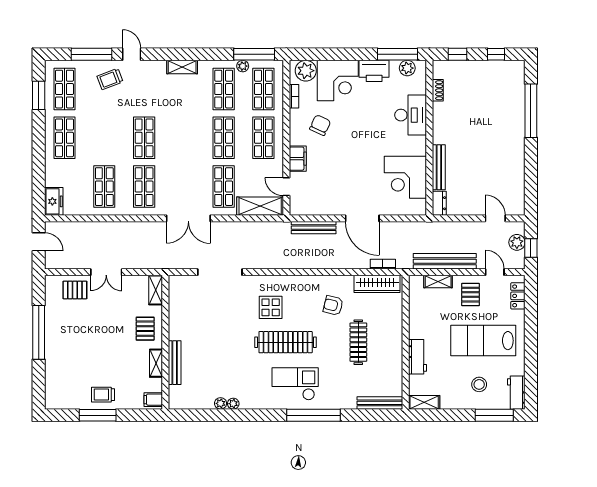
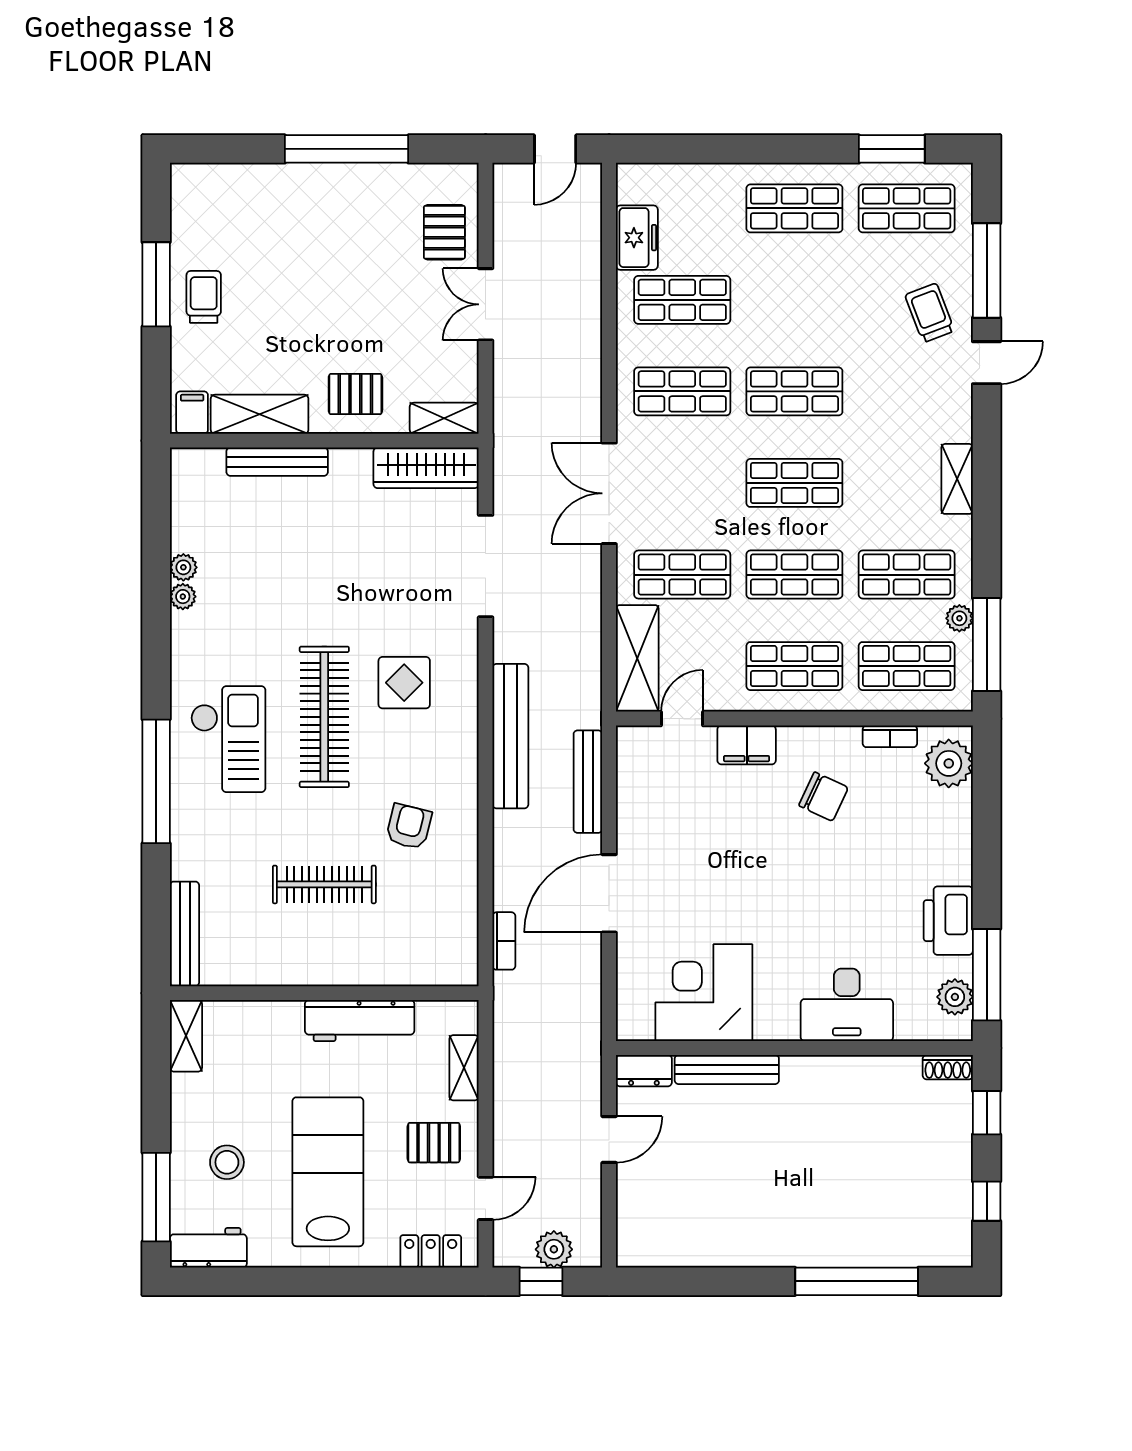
corner desk: (338, 81) -> (926, 837), removed
shoe rack: (438, 90) -> (948, 1067), moved
shop shelf: (184, 138) -> (794, 483), added
freezer: (54, 201) -> (637, 238), moved, turned -90
door: (495, 218) -> (609, 1139), moved
bench: (445, 261) -> (510, 736), moved
wardrobe: (377, 284) -> (426, 468), moved, turned -90
workbench: (418, 357) -> (360, 1021), moved, width x1.38
shelving: (156, 363) -> (260, 414), width x1.50, depth x1.33

